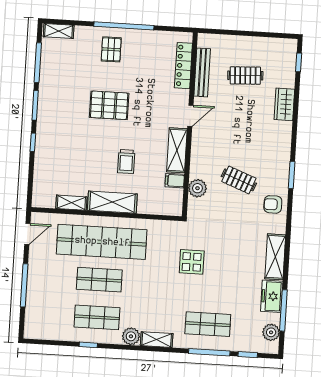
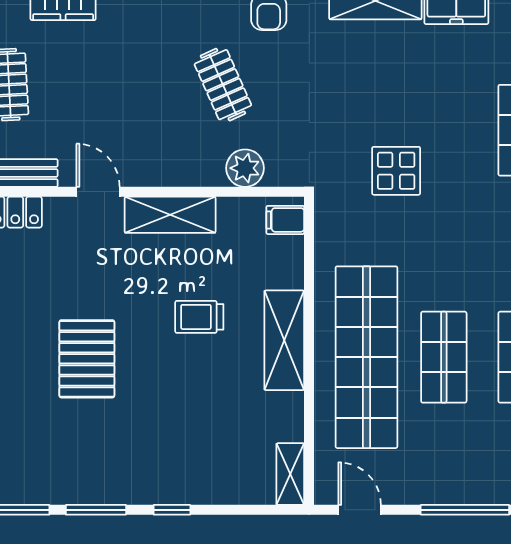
trolley: (126, 161) -> (199, 317), turned 180
clothes rail: (239, 180) -> (223, 85), turned -45
filing cabinet: (175, 181) -> (285, 220), moved, turned 90
shelving: (71, 203) -> (290, 474), moved

